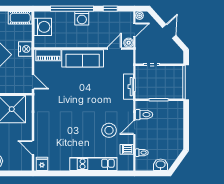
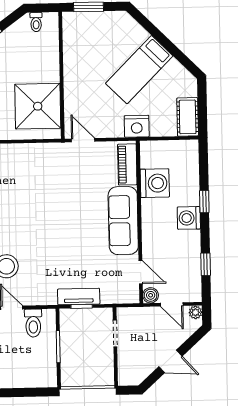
window: (72, 9) -> (204, 202), width x0.32
washing machine: (43, 27) -> (155, 183), moved, turned -90
door: (33, 82) -> (83, 140), swing flipped

